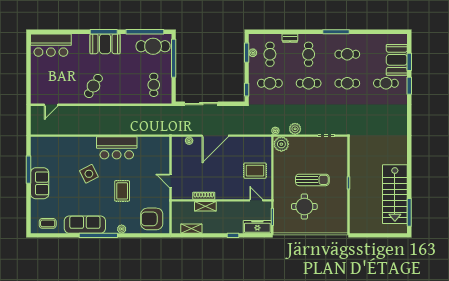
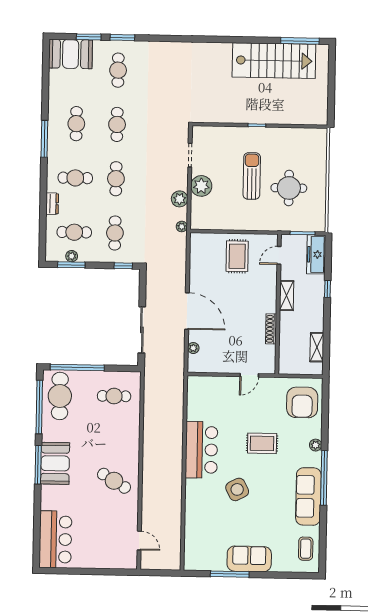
booth: (397, 60) -> (71, 54), moved
plant: (281, 144) -> (201, 186), moved
shelving: (205, 206) -> (287, 296), moved

